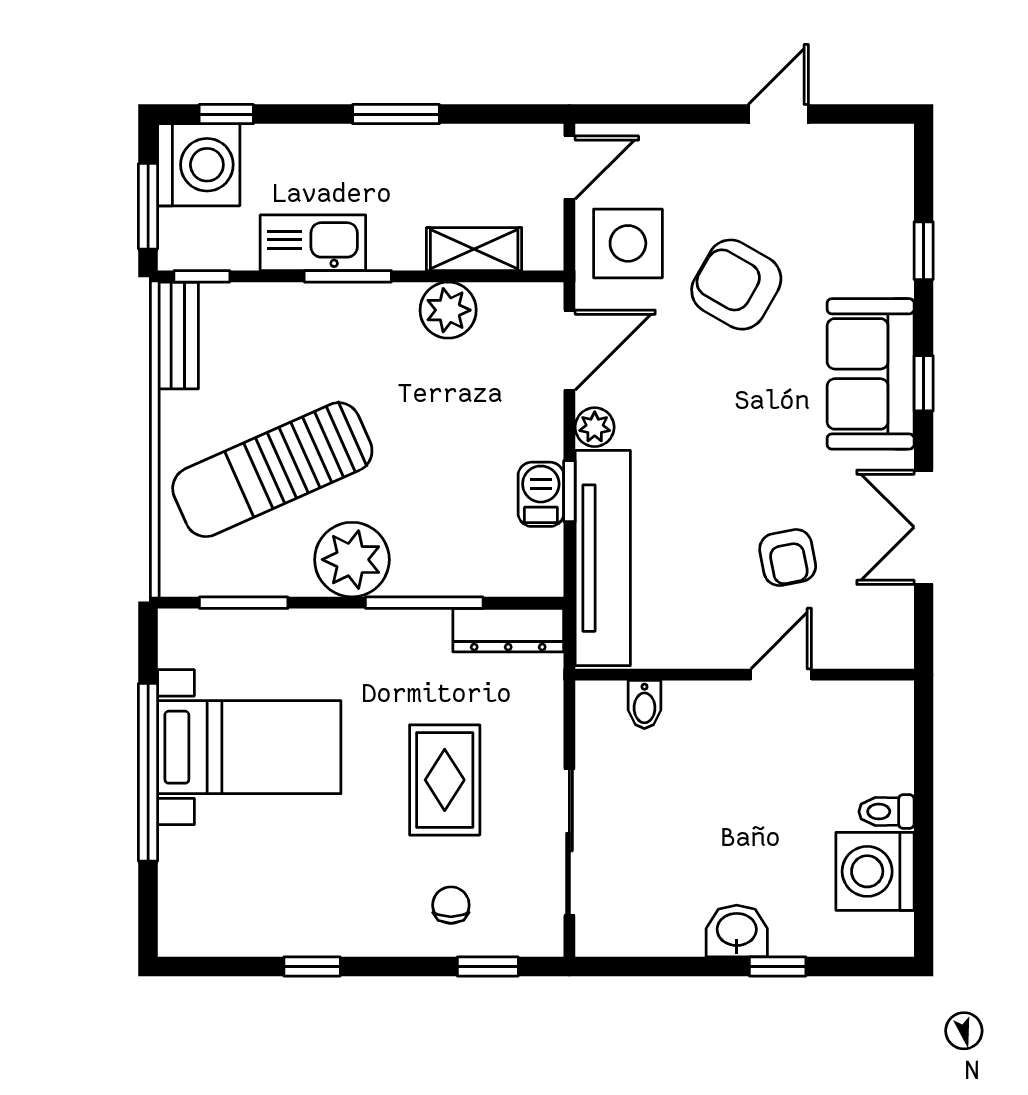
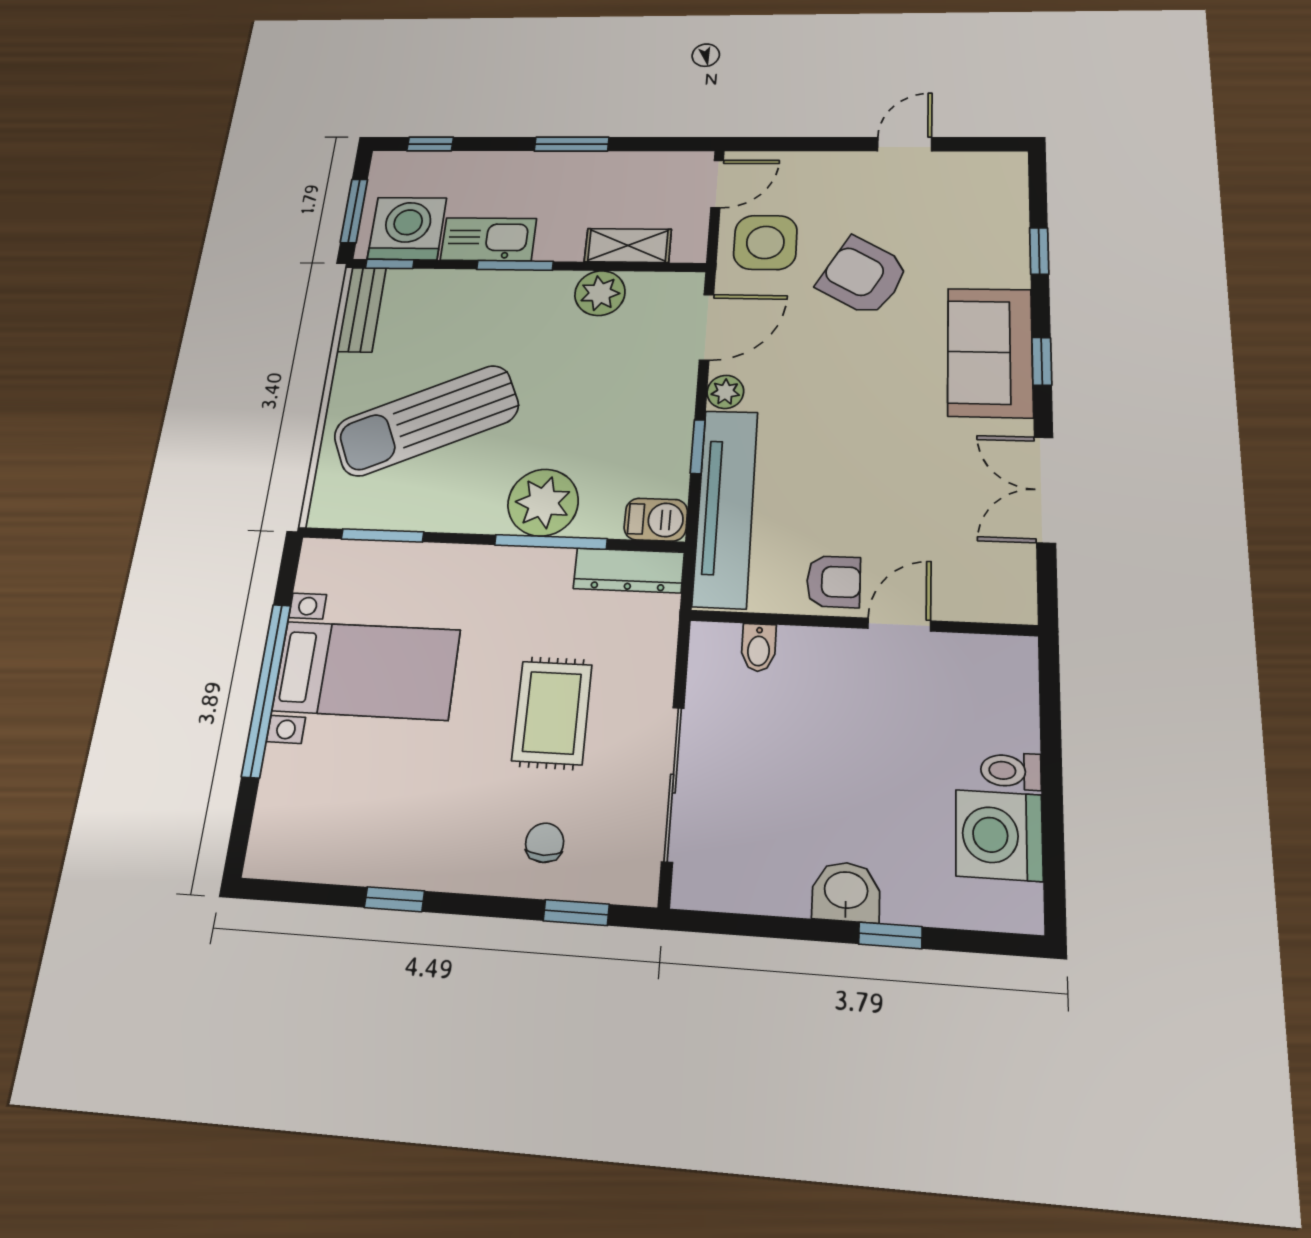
washing machine: (199, 165) -> (407, 228), moved, turned -90
barbecue: (541, 494) -> (656, 520), moved, turned 90
armchair: (788, 558) -> (834, 582), moved, turned -79
plant: (352, 560) -> (543, 503), moved

